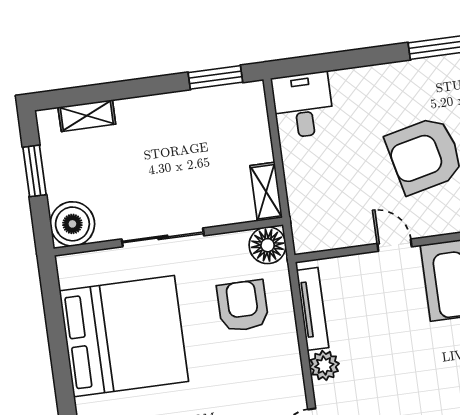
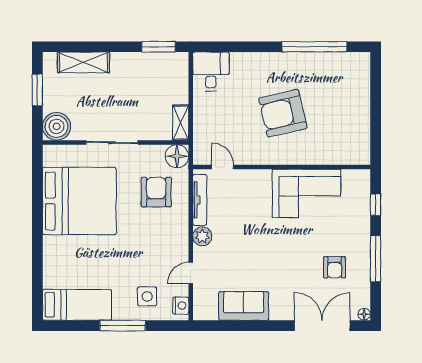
shelving: (87, 116) -> (83, 62), width x1.50, depth x1.33
door: (394, 245) -> (223, 167), moved

